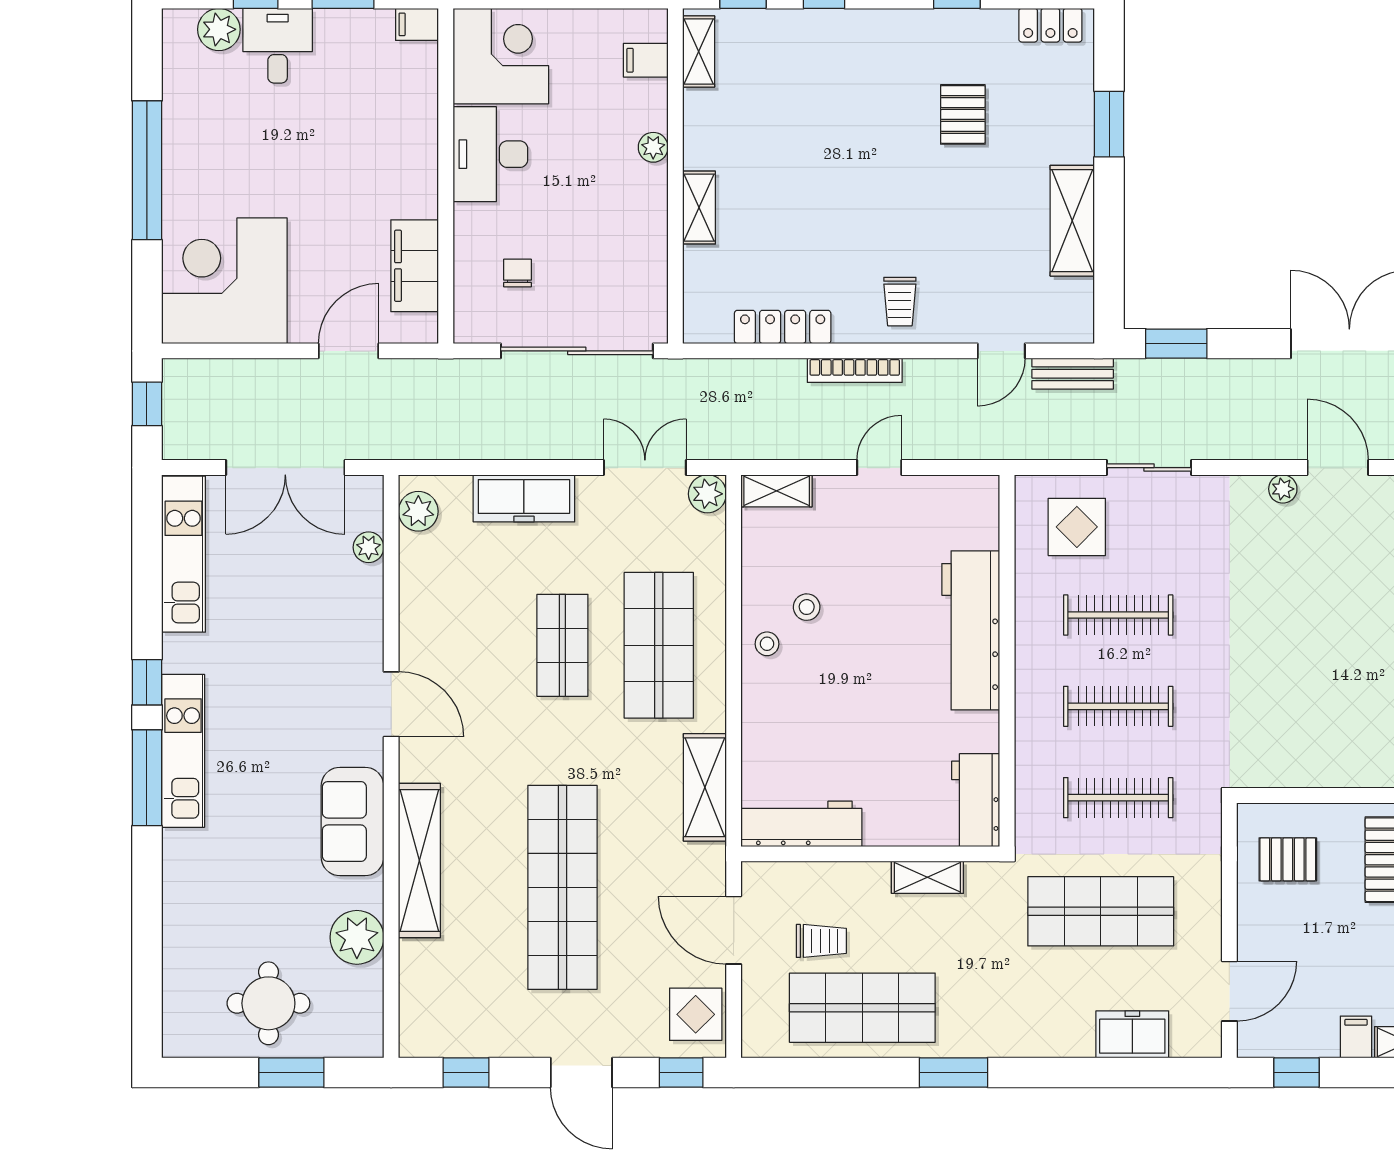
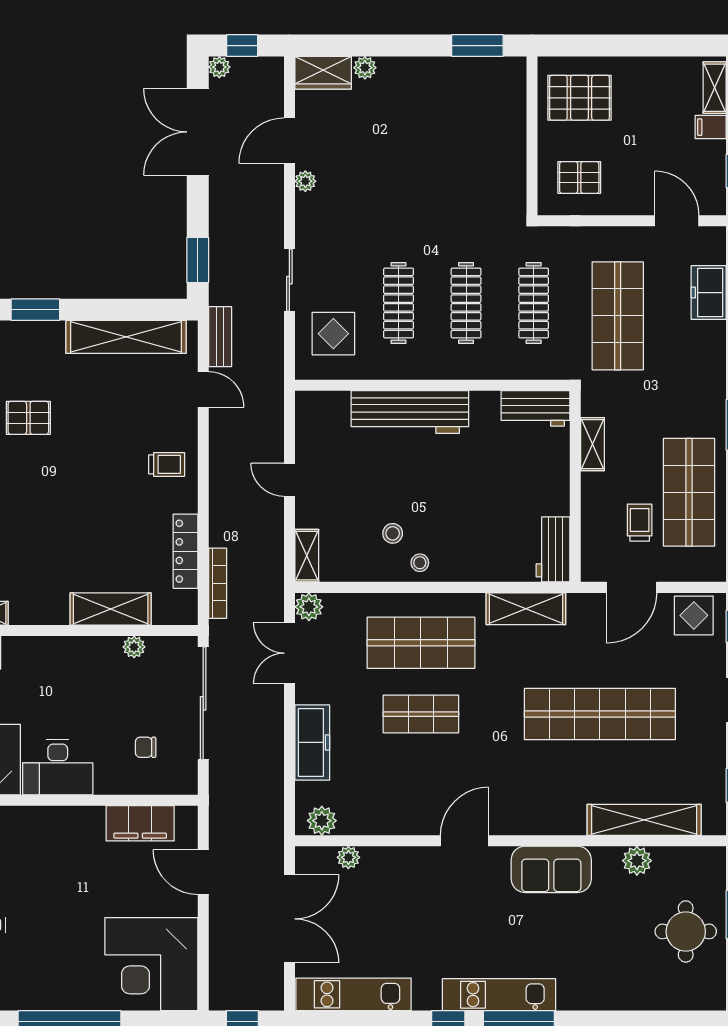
plant: (653, 147) -> (134, 647), moved
shelving: (699, 208) -> (111, 609), width x1.50, depth x1.33
shelving: (1072, 221) -> (126, 337), width x1.47
bookcase: (855, 370) -> (218, 583), moved
workbench: (801, 824) -> (553, 549), width x0.73
pallet: (1288, 859) -> (579, 178), turned 90
shelving: (419, 860) -> (644, 820), moved
plant: (357, 937) -> (637, 861), width x0.73, depth x0.73

